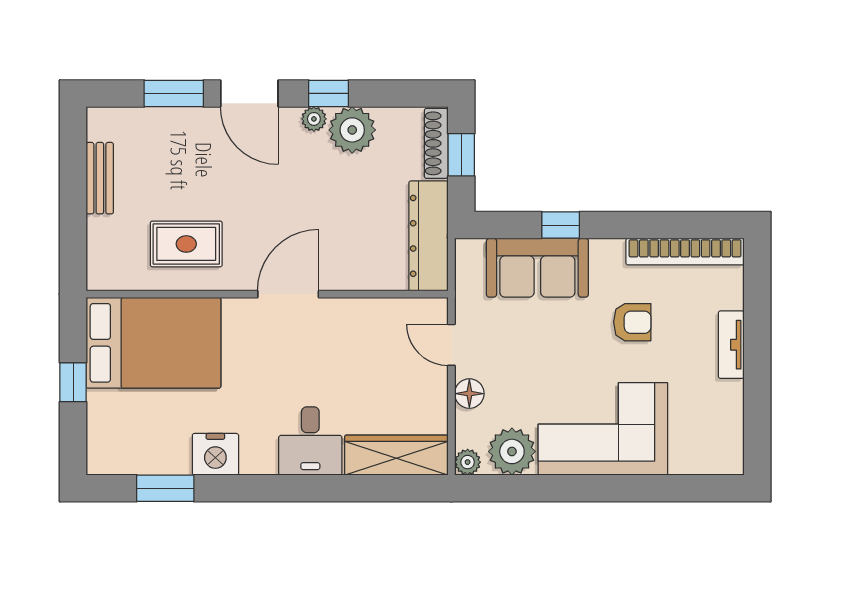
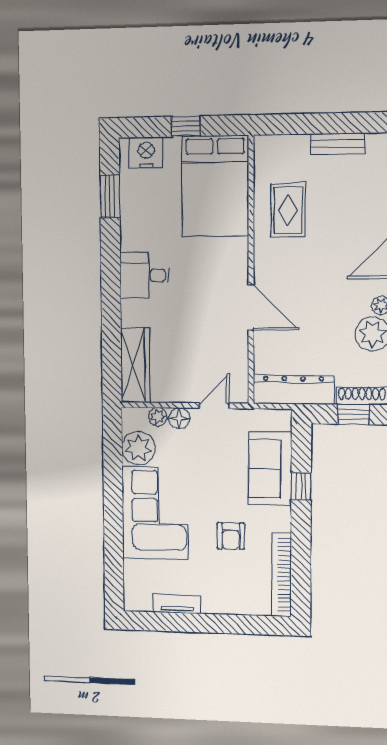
door: (288, 294) -> (251, 307), moved
tv unit: (731, 345) -> (177, 604), moved
desk: (310, 441) -> (144, 275), moved
nightstand: (215, 454) -> (146, 153), moved, turned 90
plant: (468, 462) -> (158, 417), moved

